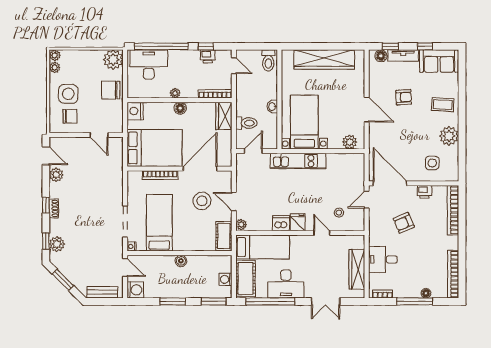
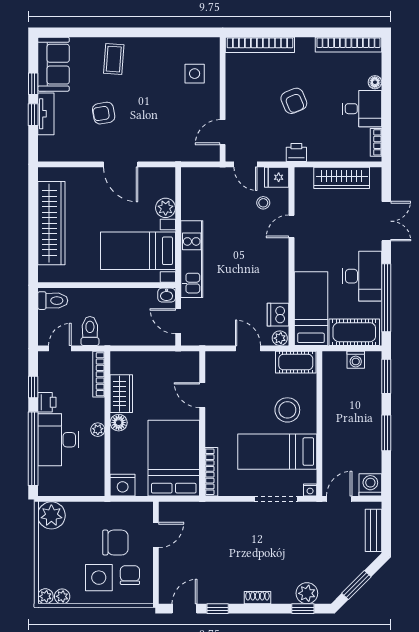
window: (390, 46) -> (33, 115), moved
printer: (208, 56) -> (47, 402), moved
floor lamp: (381, 56) -> (46, 145), removed
desk: (149, 65) -> (58, 440), moved
chair: (111, 90) -> (115, 543), moved, turned -90
armchair: (404, 97) -> (104, 113), turned -97
washbasin: (272, 107) -> (167, 295), moved
door: (367, 110) -> (121, 164), swing flipped
wardrobe: (224, 116) -> (121, 394), moved, turned -90
toilet: (246, 123) -> (90, 331), moved
plant: (449, 136) -> (157, 50), removed
plant: (350, 142) -> (166, 208), moved
door: (200, 169) -> (202, 395), width x0.53
plant: (56, 175) -> (211, 594), removed
bookcase: (160, 175) -> (211, 472), moved
door: (390, 183) -> (223, 132), width x0.53
printer: (424, 192) -> (296, 153), moved, turned -90
stool: (202, 201) -> (287, 410), moved
door: (234, 202) -> (248, 348), swing flipped
window: (46, 205) -> (218, 609), moved
fridge: (298, 222) -> (277, 177), moved
dishwasher: (281, 223) -> (278, 315), moved
armchair: (404, 223) -> (294, 101), moved
desk: (383, 259) -> (362, 109), moved, turned -90
boiler: (181, 261) -> (330, 422), removed
window: (415, 301) -> (386, 98), removed

